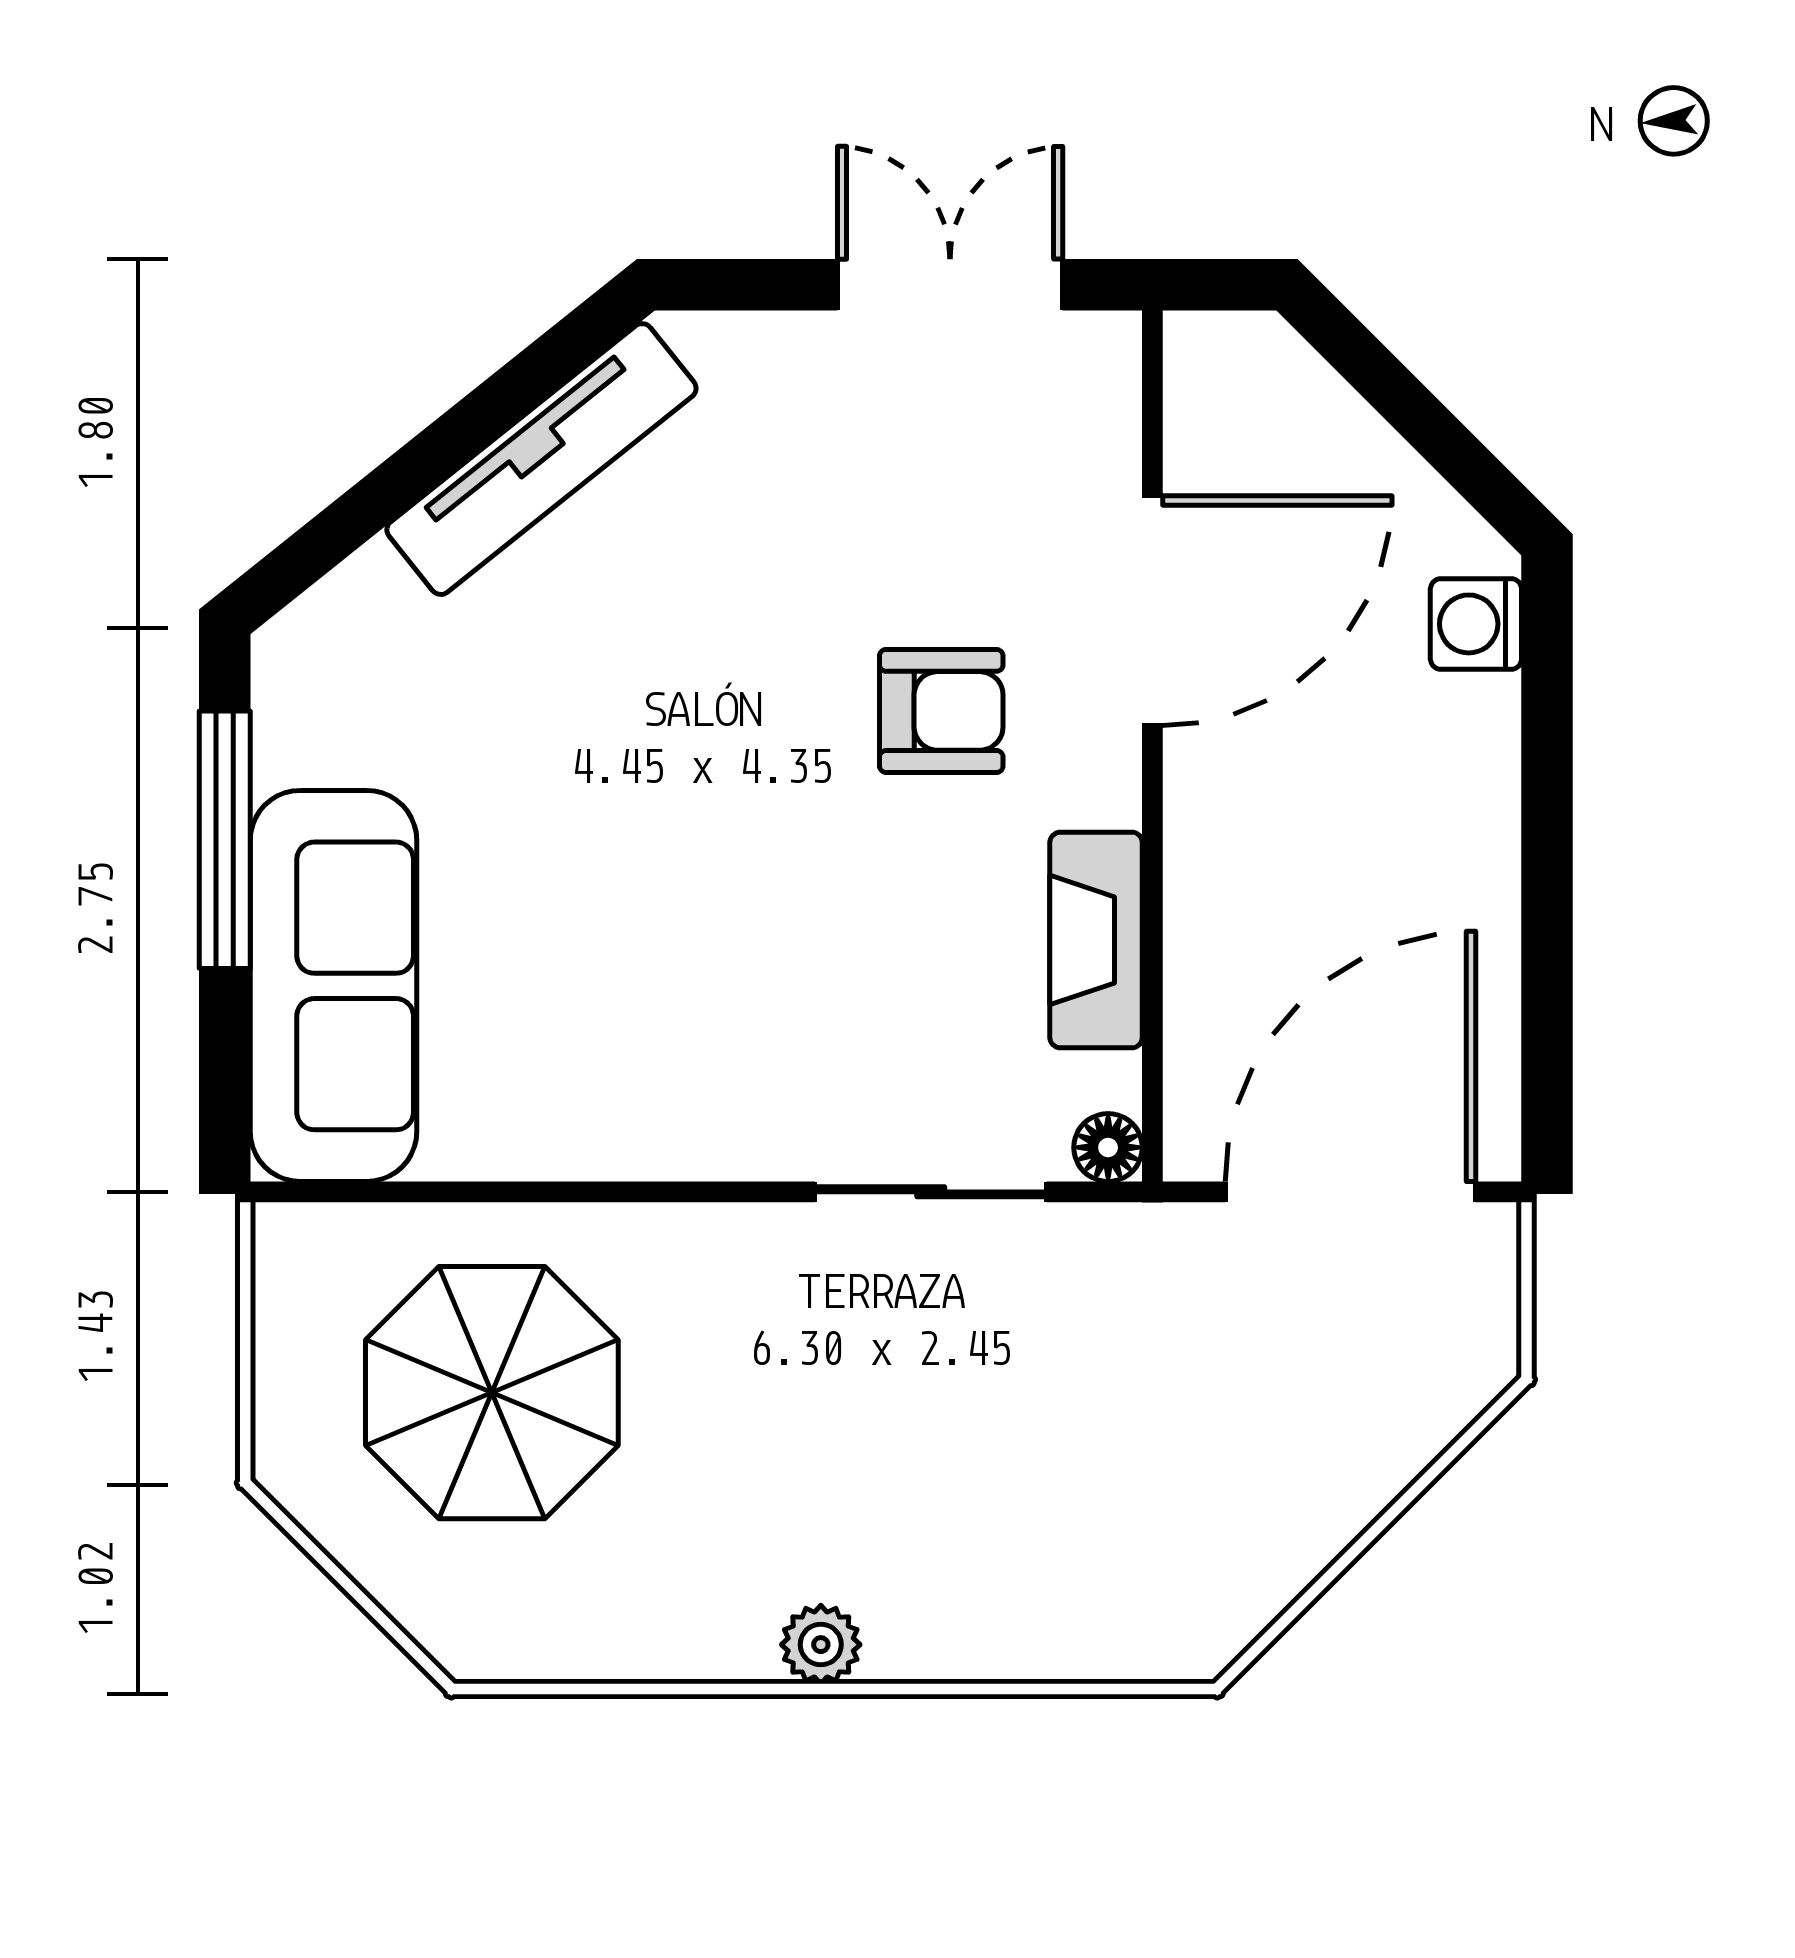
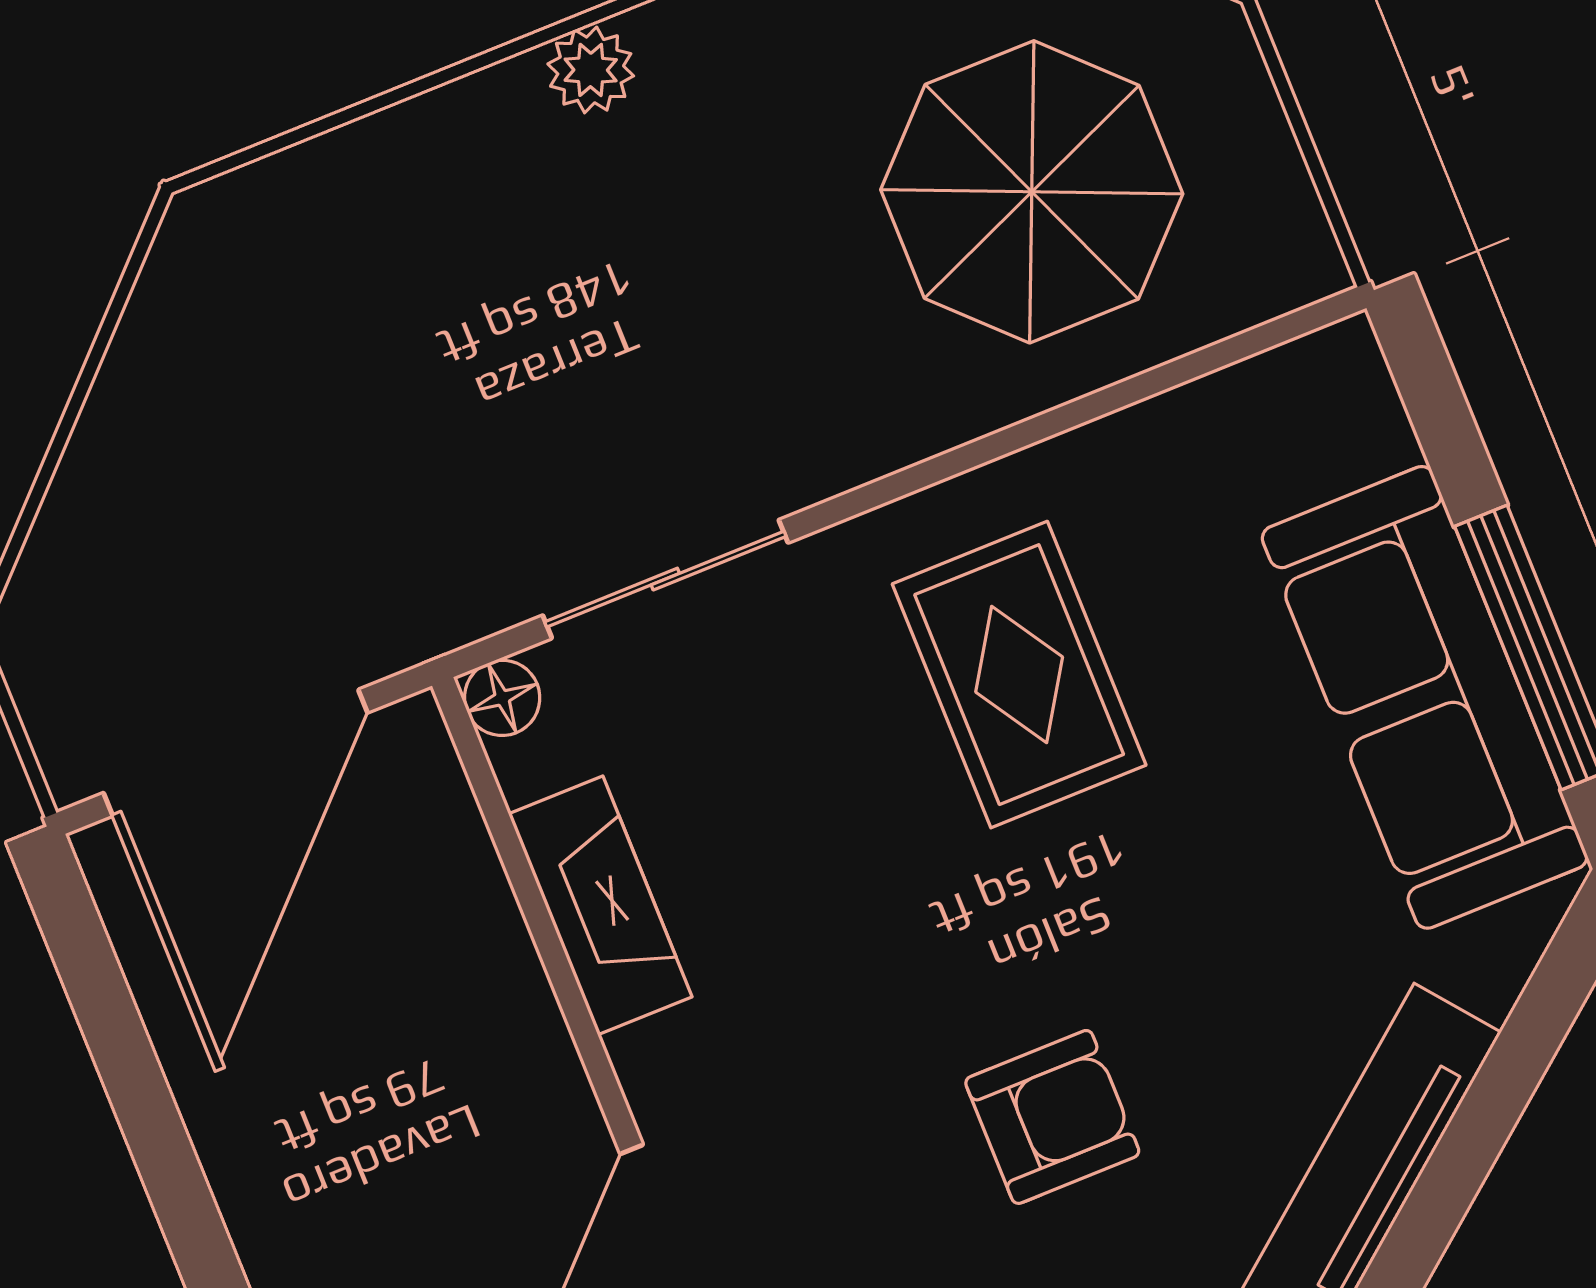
armchair: (941, 711) -> (1052, 1117), moved, turned 180
sofa: (334, 986) -> (1425, 697), moved
rug: (666, 992) -> (1019, 675), added

